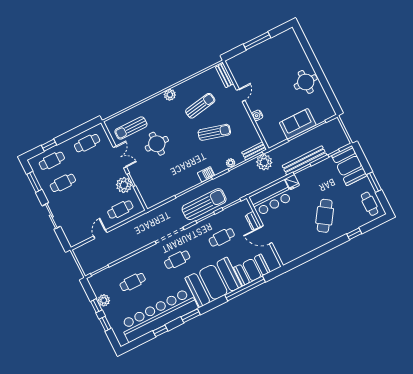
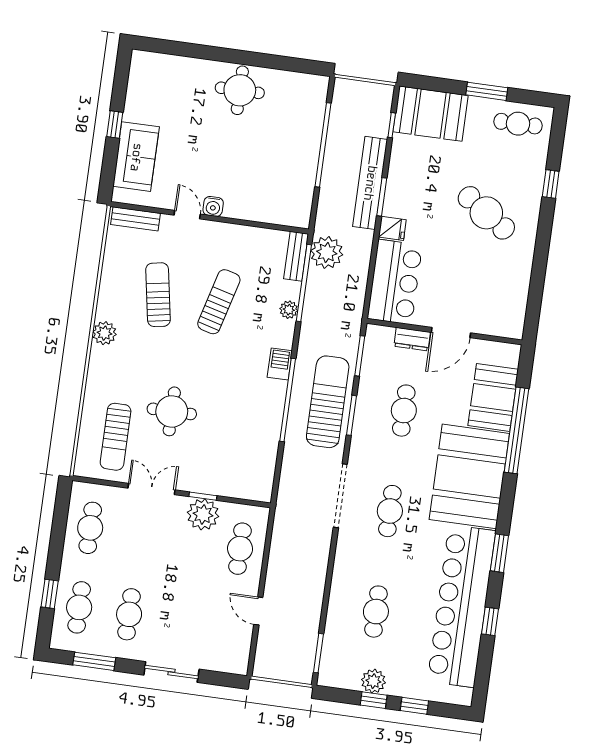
window: (257, 41) -> (115, 124), width x0.46
water cooler: (257, 115) -> (213, 206), moved
sofa: (298, 124) -> (136, 157), moved, turned 180

